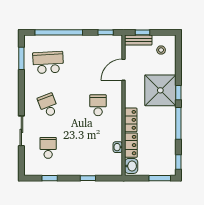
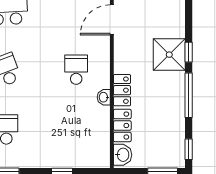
shower: (160, 90) -> (169, 55), width x0.73, depth x0.73
washbasin: (118, 147) -> (104, 97), moved

